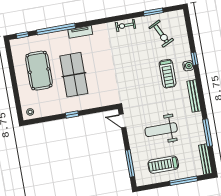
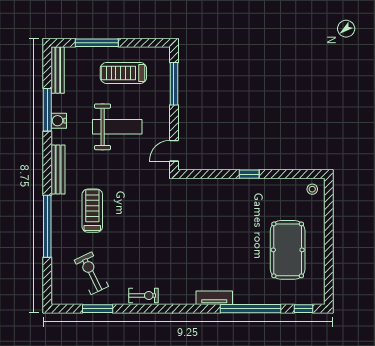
window: (194, 59) -> (47, 226), width x3.17
water cooler: (188, 66) -> (59, 121), moved
table tennis table: (74, 75) -> (236, 234), removed
door: (122, 121) -> (174, 151), swing flipped
treadmill: (163, 165) -> (123, 73), turned 180

